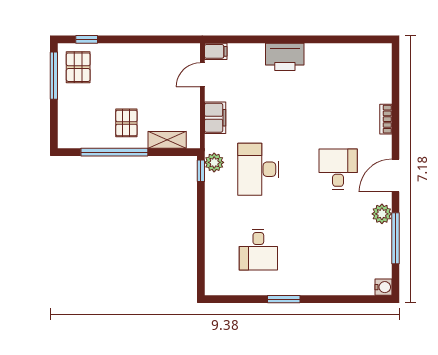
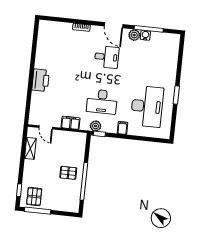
filing cabinet: (216, 51) -> (122, 128), moved
pallet: (78, 67) -> (34, 197), turned 90
shelving: (167, 140) -> (30, 148), moved
desk: (338, 169) -> (107, 57), turned 180
desk: (258, 250) -> (147, 106), width x1.87, depth x1.30
water cooler: (383, 287) -> (145, 35), moved

